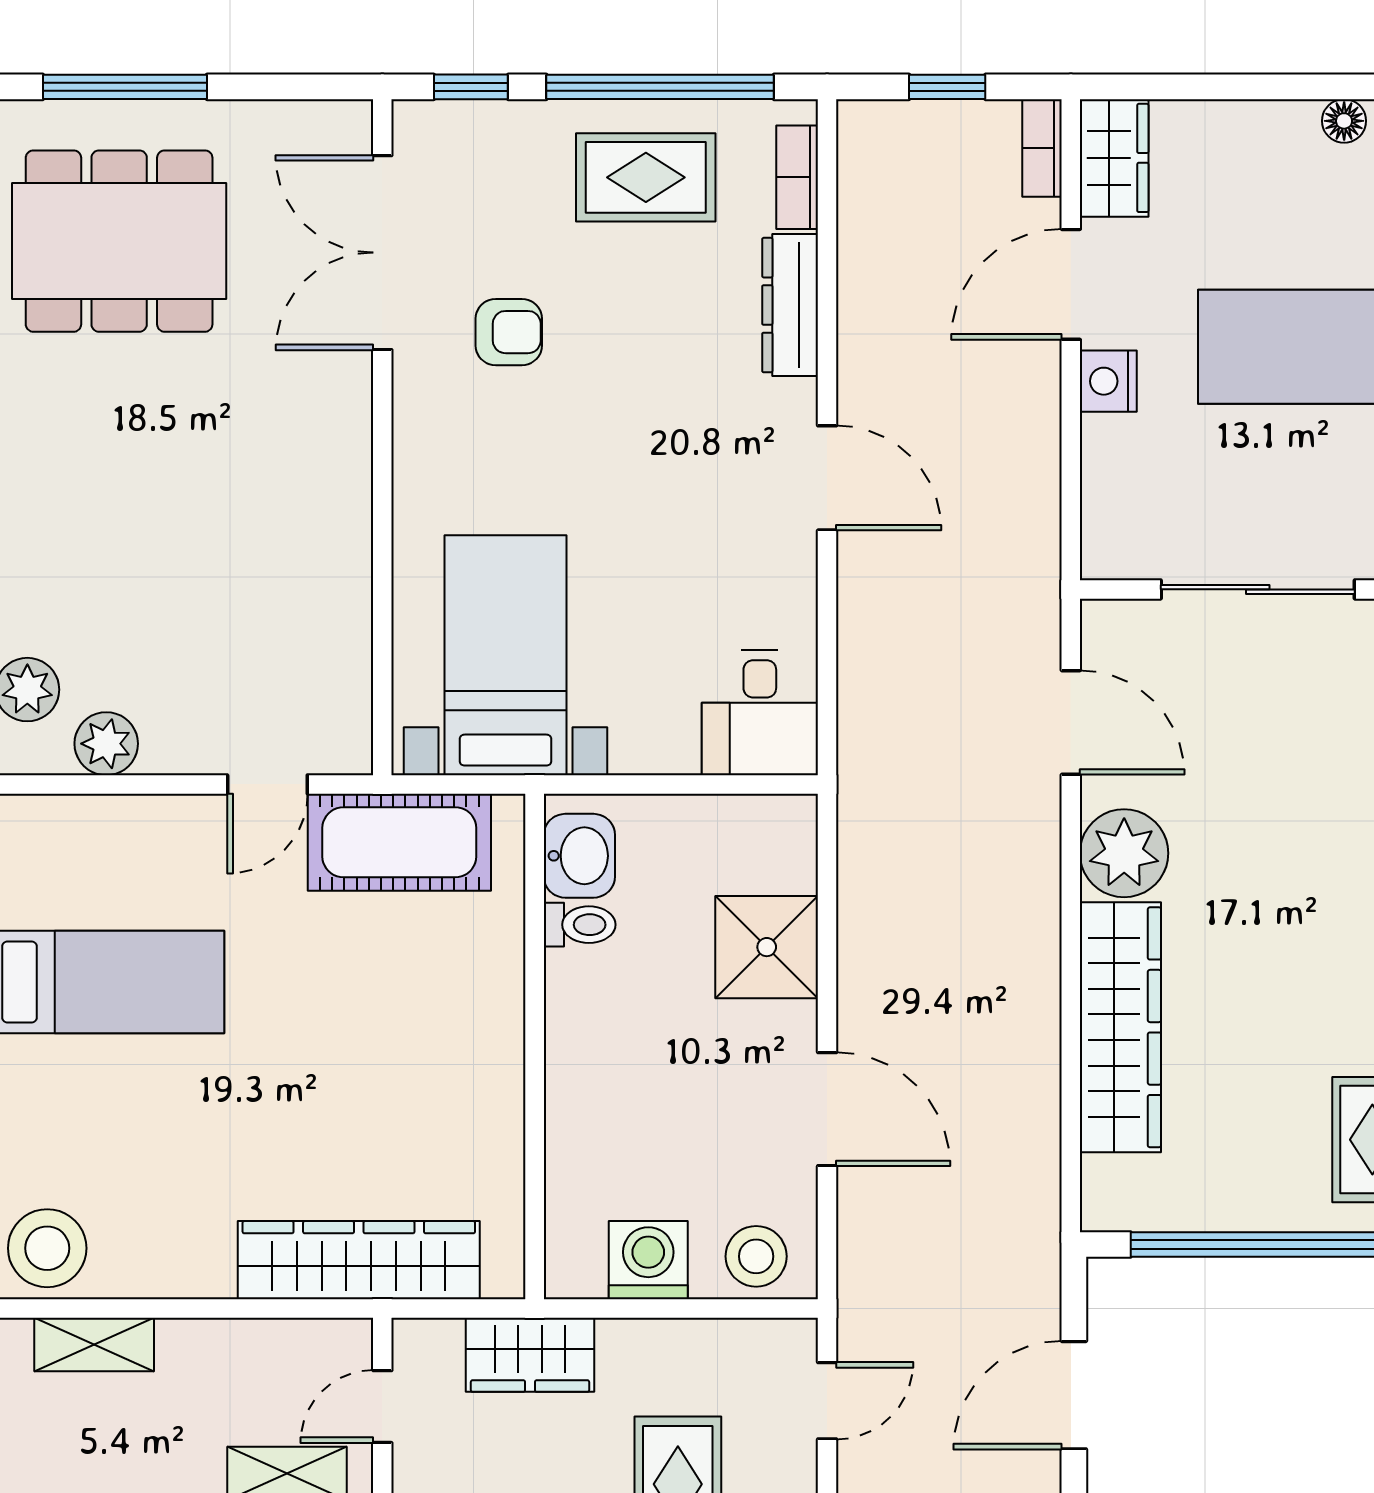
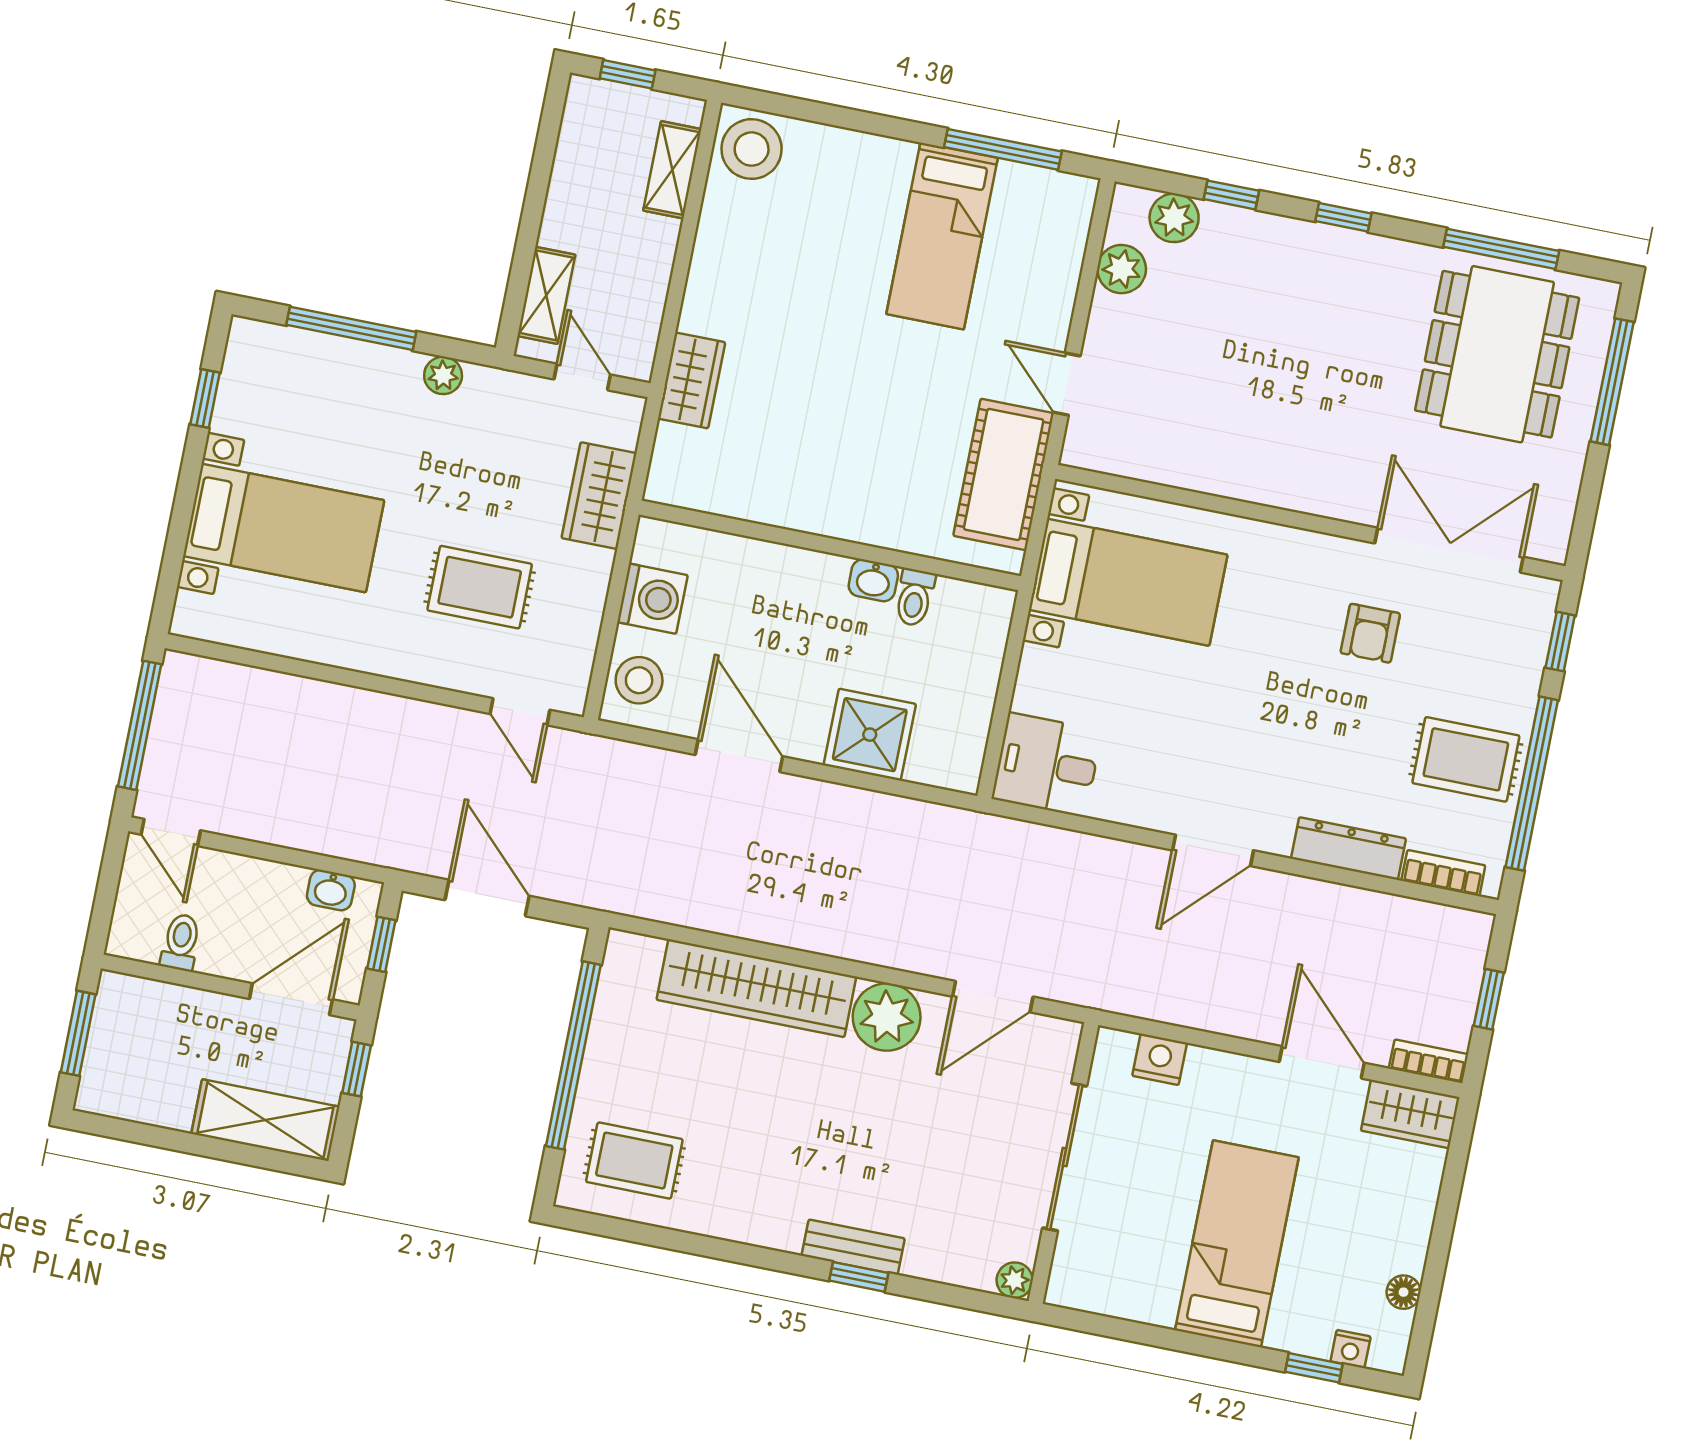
rug: (646, 177) -> (1466, 759), turned 90
nightstand: (1108, 381) -> (1160, 1059), moved
washbasin: (579, 856) -> (873, 580), moved, width x0.72, depth x0.69
door: (827, 1109) -> (739, 756), swing flipped
wardrobe: (359, 1260) -> (692, 380), width x0.48, depth x0.85

